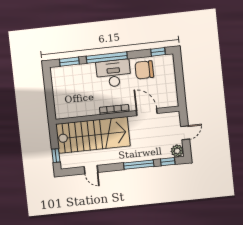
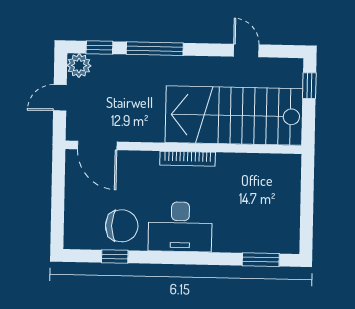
window: (158, 52) -> (115, 257), moved
window: (107, 58) -> (189, 258), removed
door: (147, 112) -> (97, 145), moved

